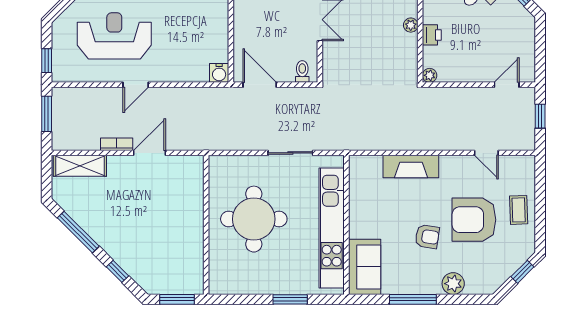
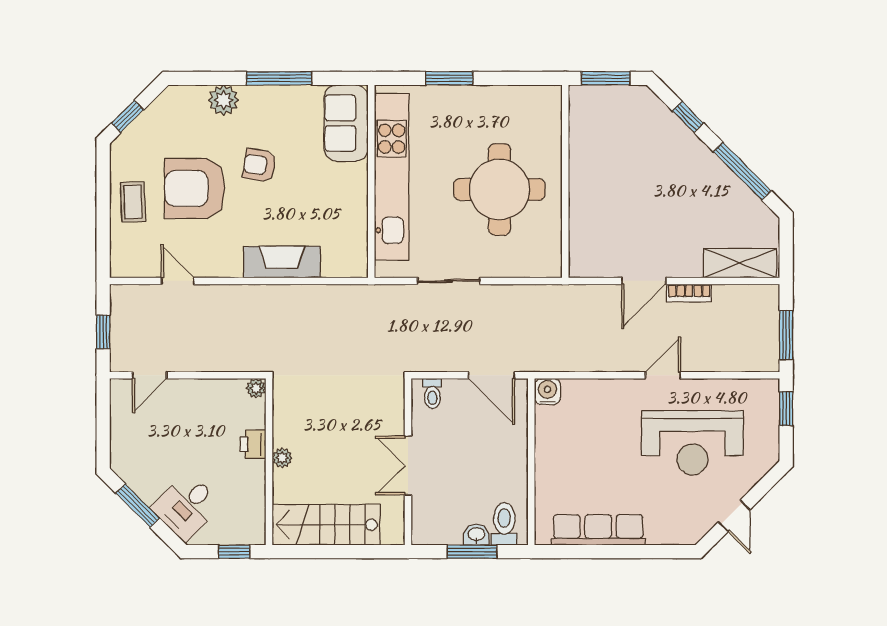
armchair: (474, 220) -> (195, 189), turned 180

